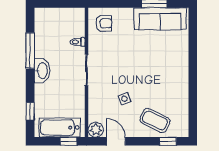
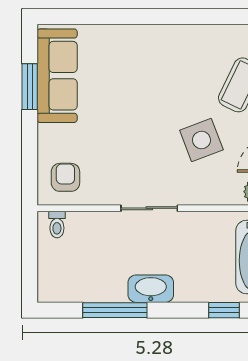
toilet: (78, 42) -> (57, 225), moved
side table: (124, 99) -> (201, 140), width x1.87, depth x1.87

